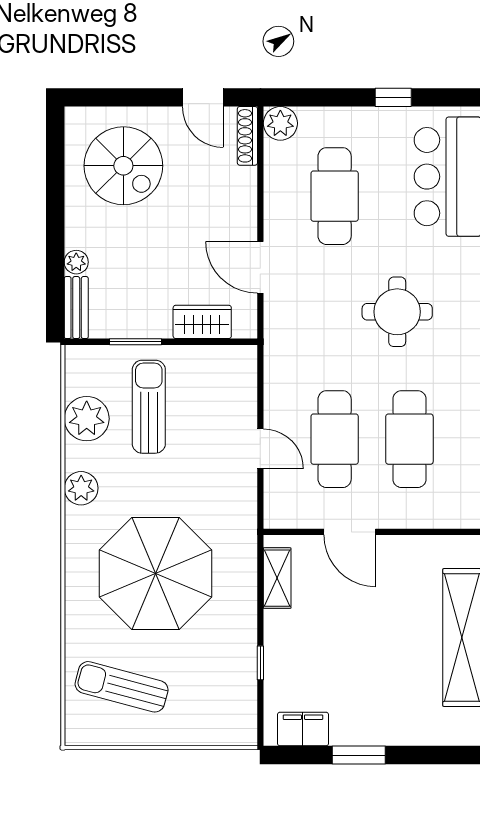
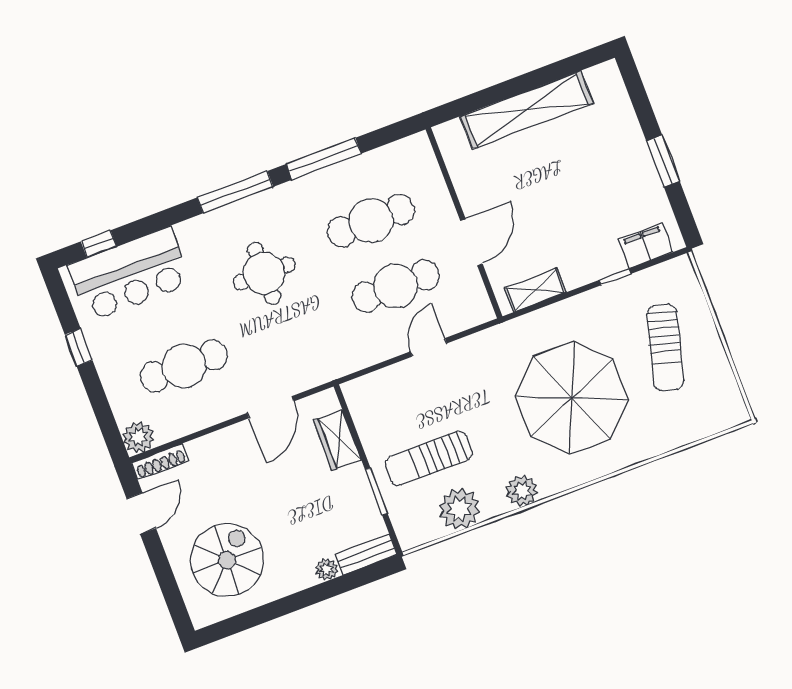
sun lounger: (122, 687) -> (665, 347), moved
filing cabinet: (303, 729) -> (646, 246), moved, turned 90

